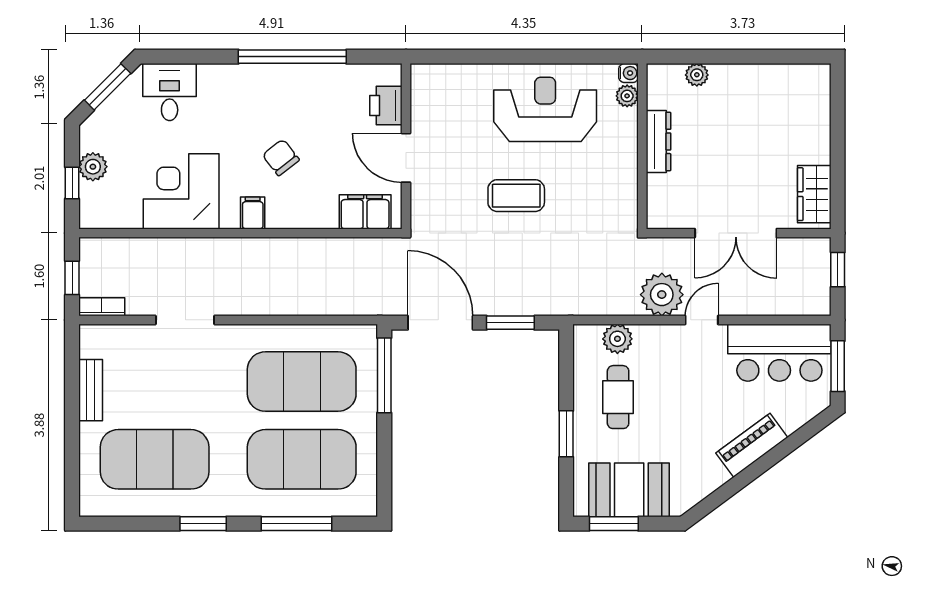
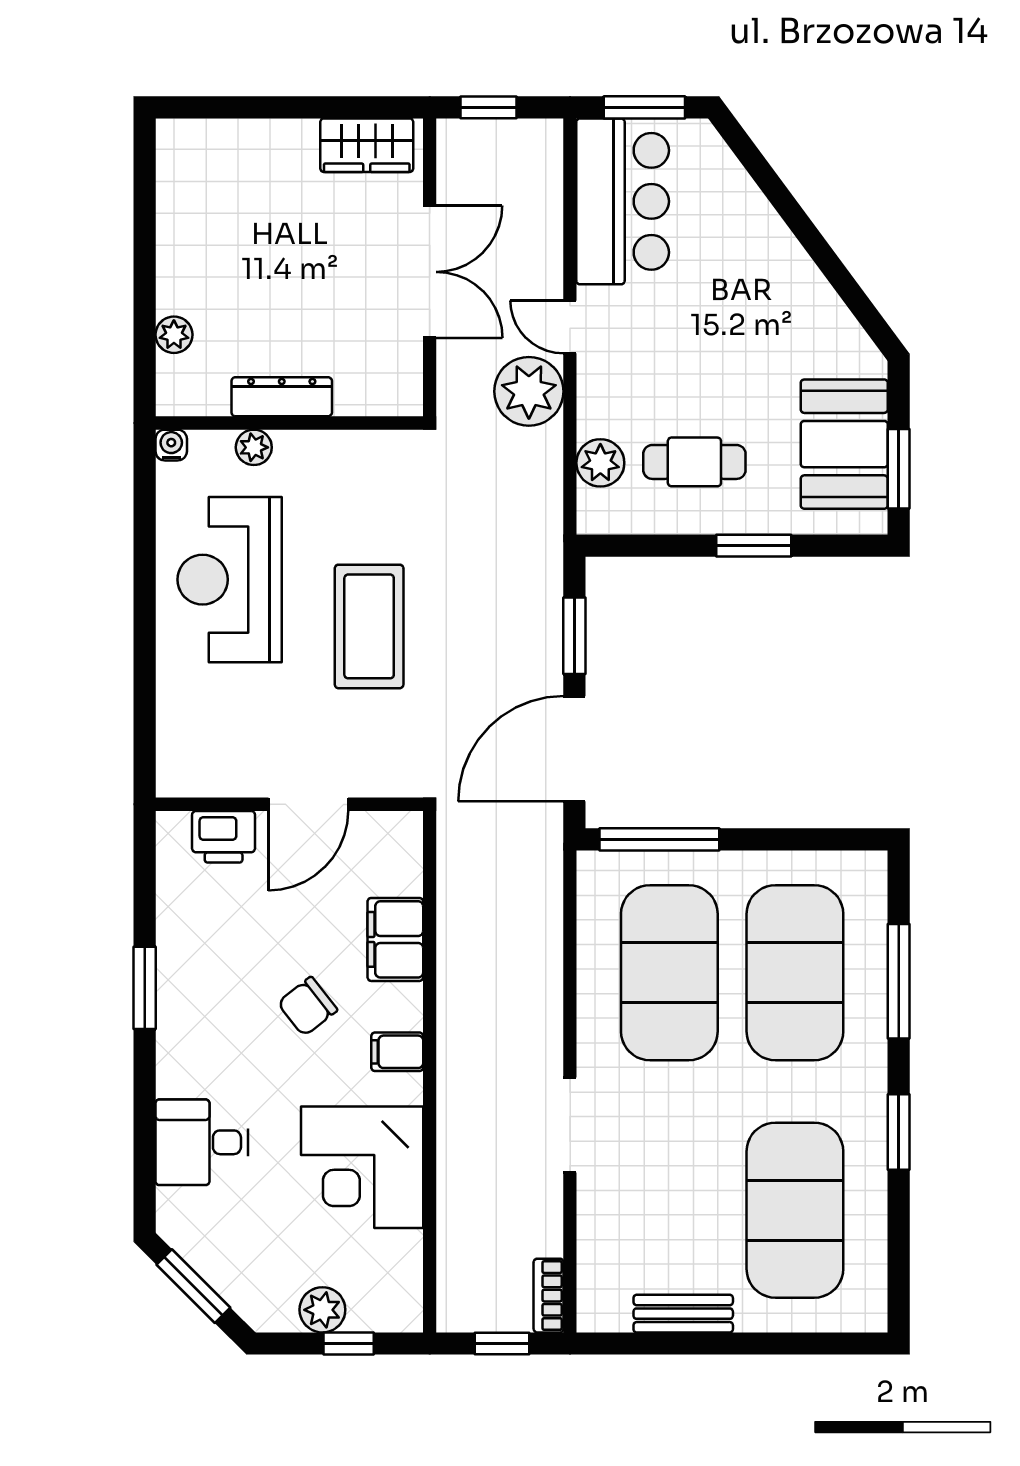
window: (292, 57) -> (145, 988), width x0.47
desk: (170, 92) -> (202, 1142), moved
plant: (627, 96) -> (254, 447), moved
coffee table: (516, 196) -> (369, 626), width x1.36, depth x1.32
filing cabinet: (365, 212) -> (395, 939), moved
doorway: (185, 320) -> (570, 1125), moved
piano: (752, 445) -> (772, 246), removed

